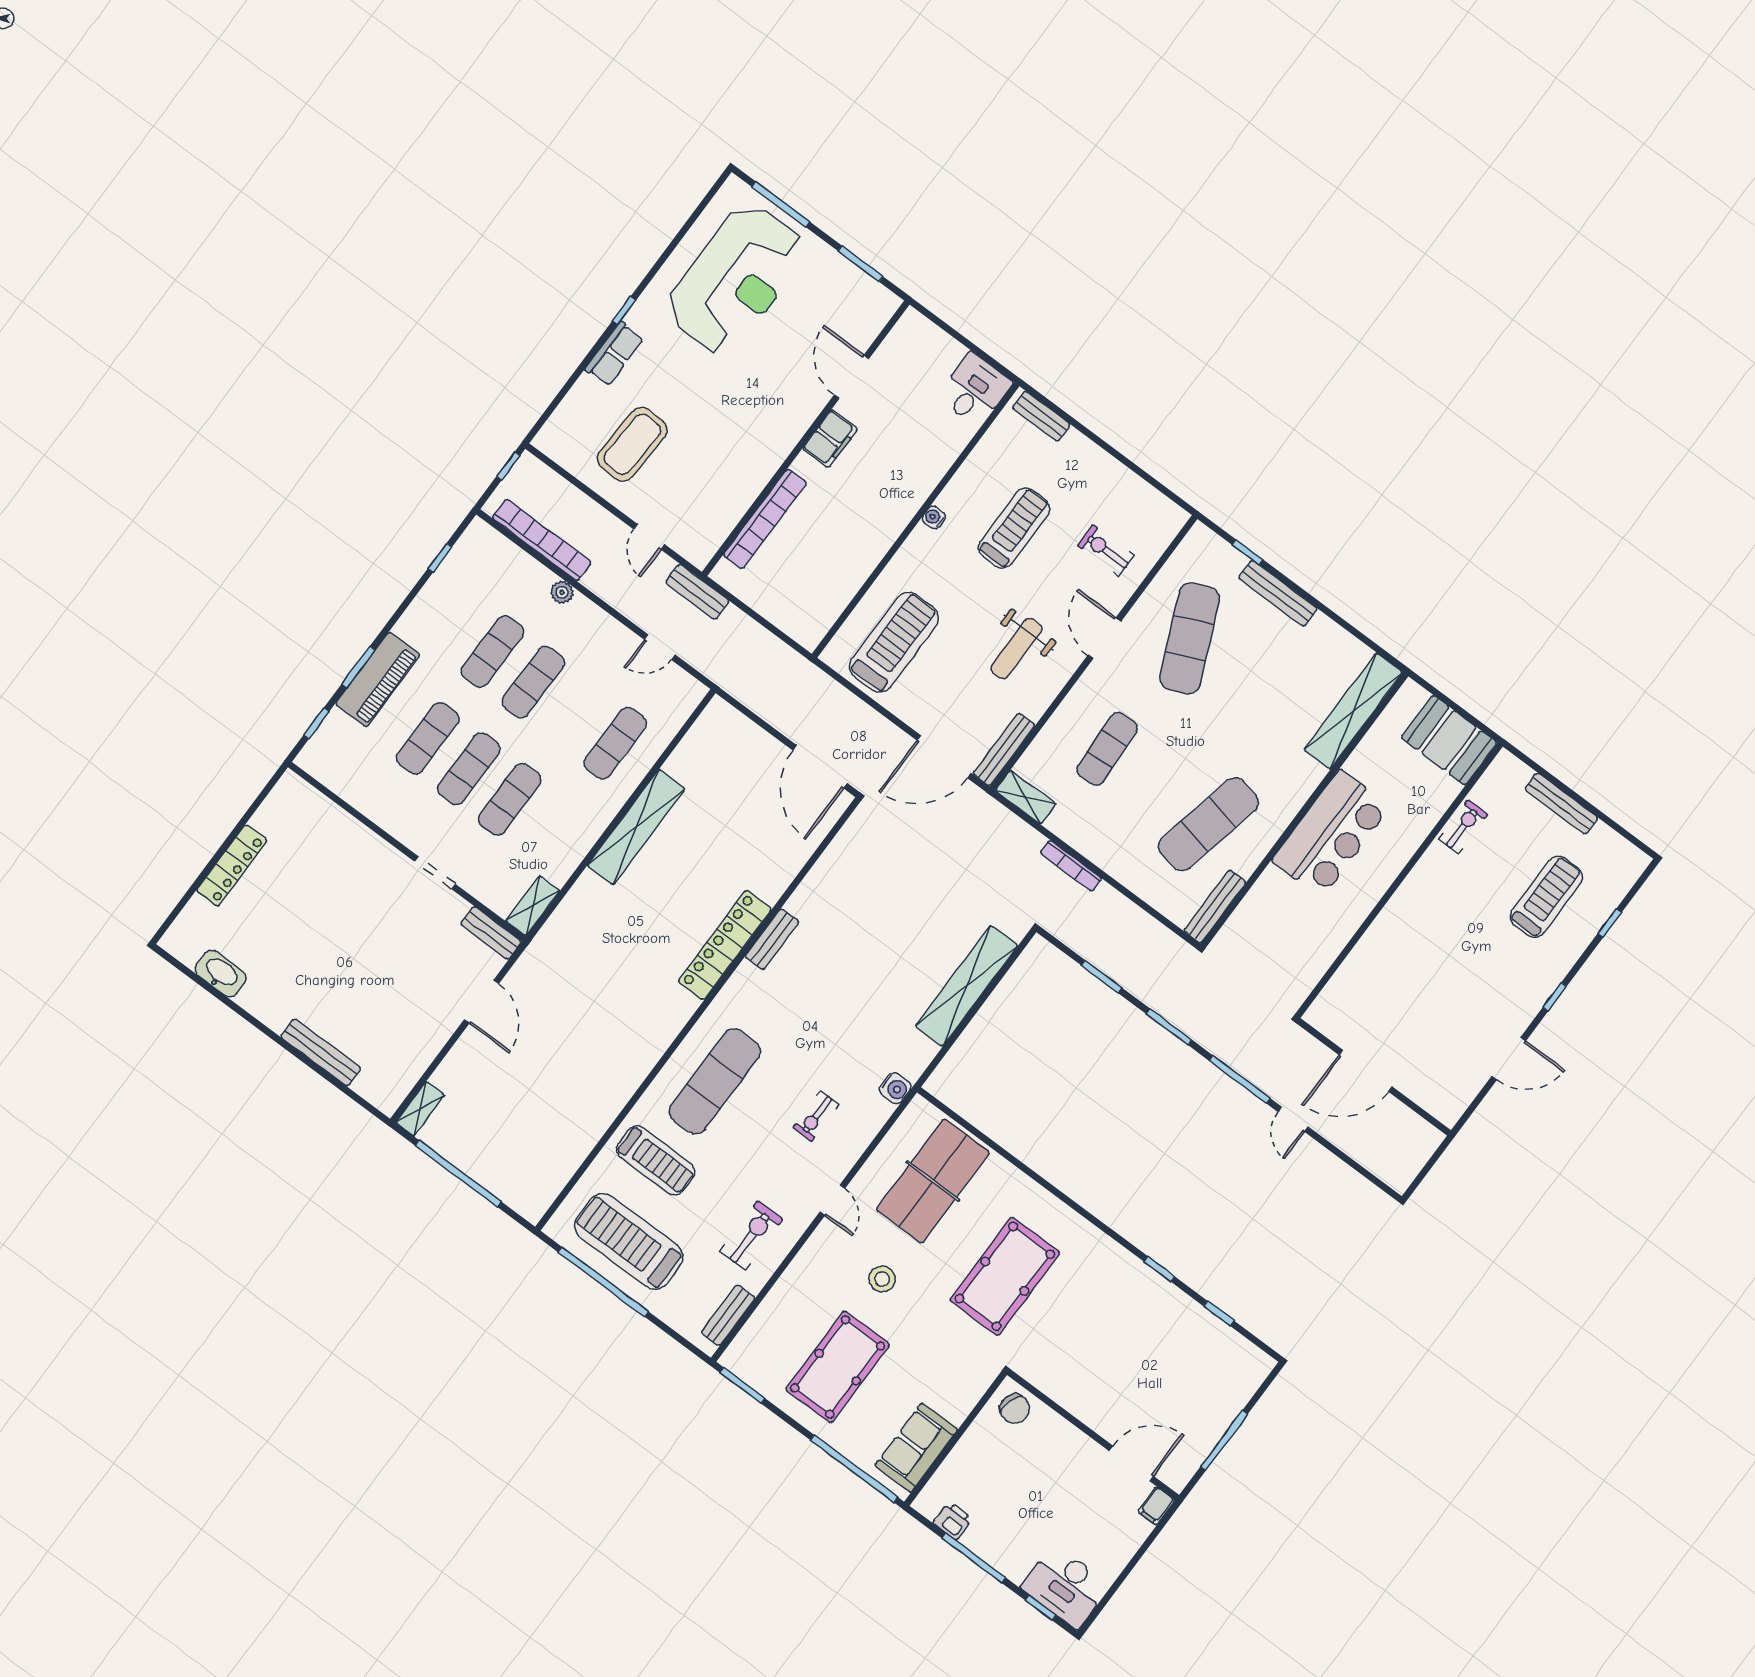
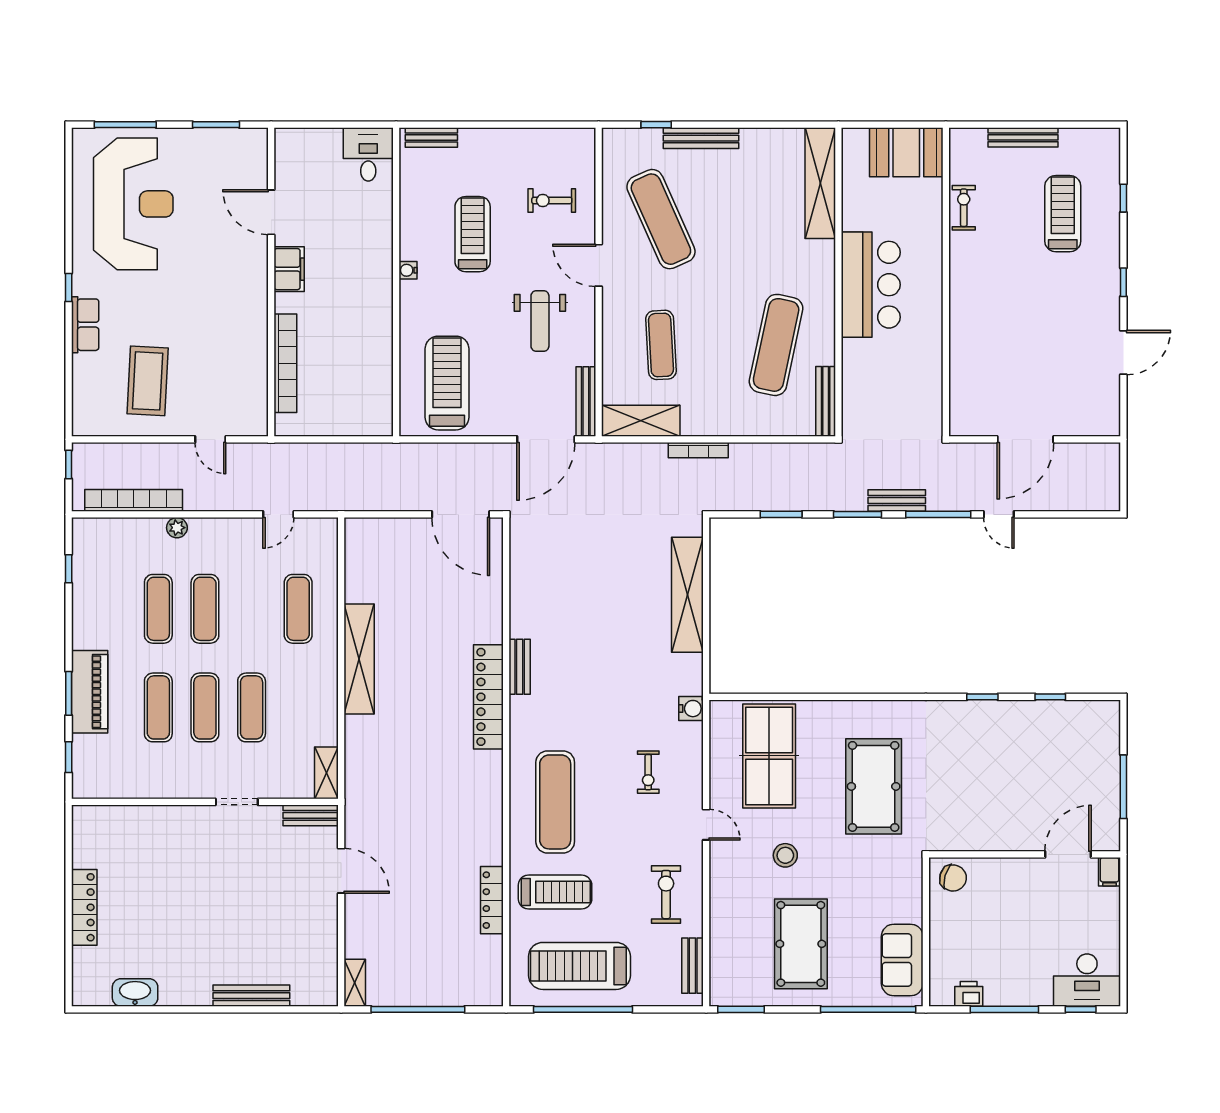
bench: (697, 592) -> (897, 500), moved
shelving: (1026, 797) -> (641, 421), width x1.50, depth x1.33
locker: (595, 1126) -> (492, 900), added

